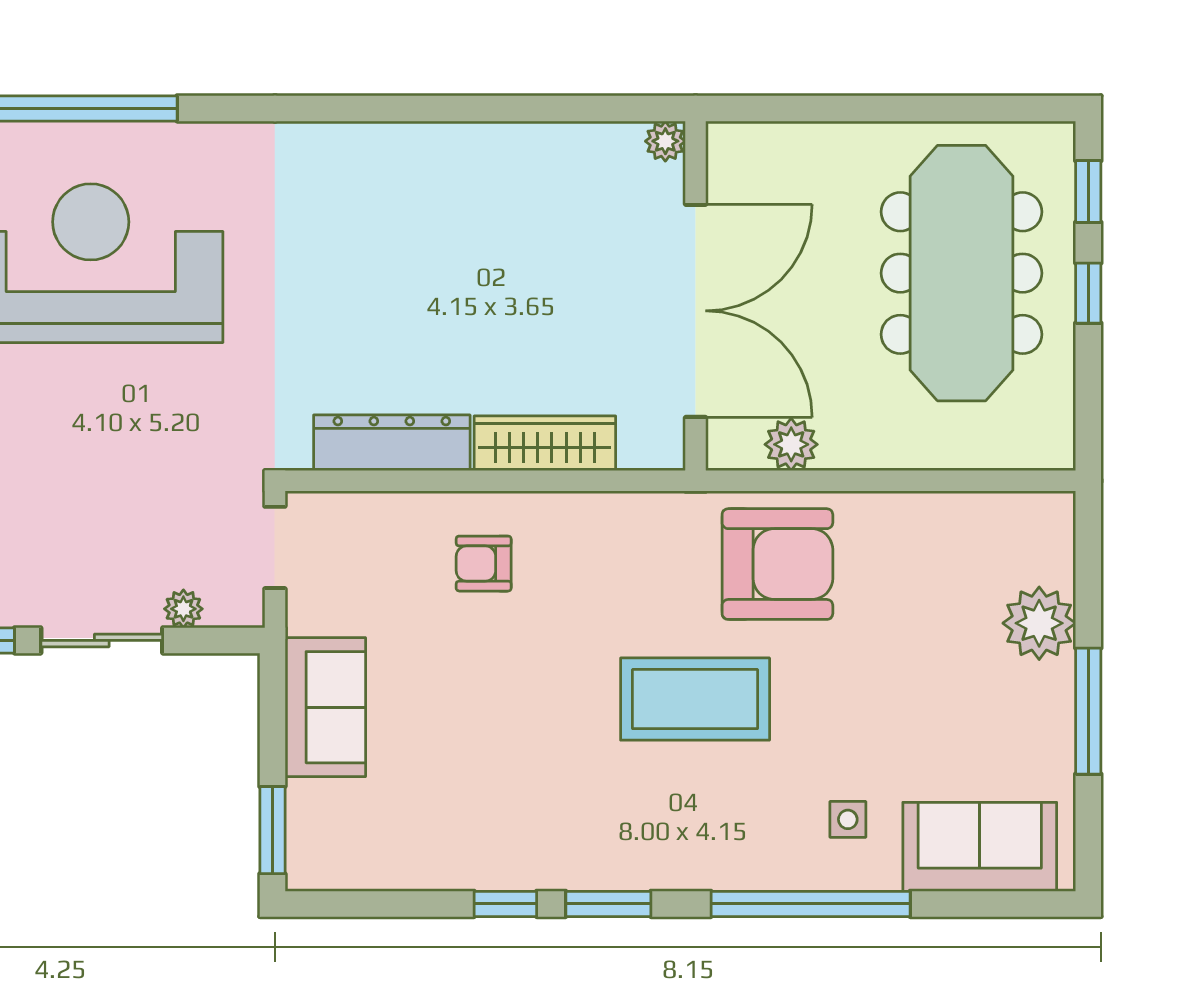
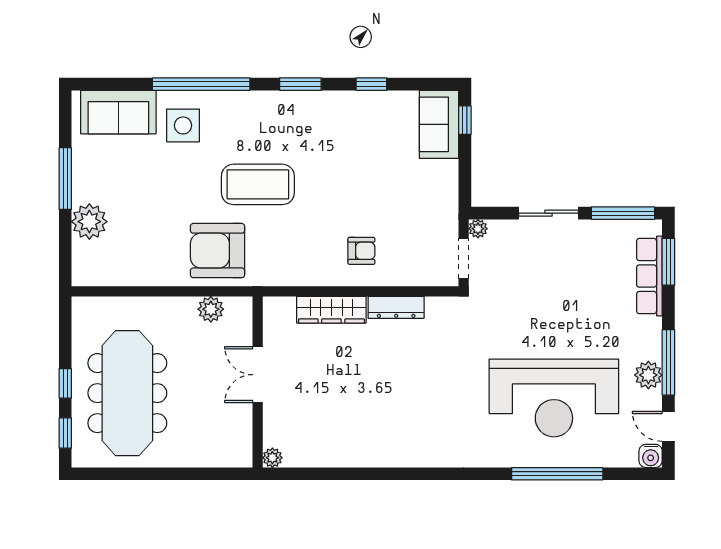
double door: (696, 311) -> (258, 375), width x0.54
dresser: (392, 443) -> (396, 307), width x0.73, depth x0.80
plant: (183, 609) -> (478, 229), moved
sofa: (325, 707) -> (439, 124), moved
side table: (848, 819) -> (183, 125), width x1.87, depth x1.87
window: (272, 830) -> (465, 120), width x0.67
window: (505, 904) -> (371, 84), moved

